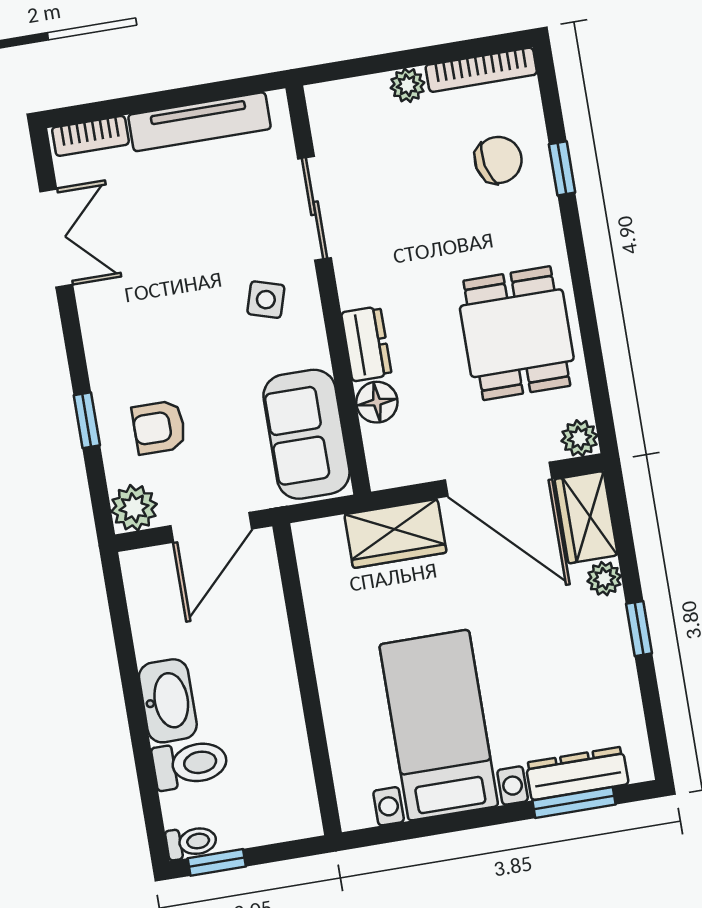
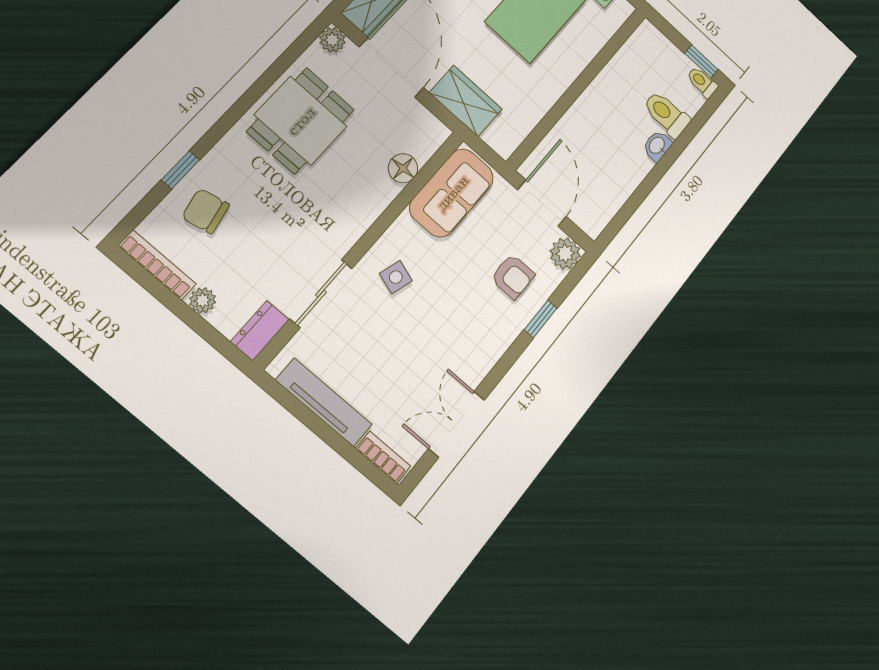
dresser: (366, 344) -> (260, 331), moved
door: (211, 527) -> (542, 203), hinge flipped
washbasin: (168, 701) -> (657, 146), width x0.52, depth x0.69

